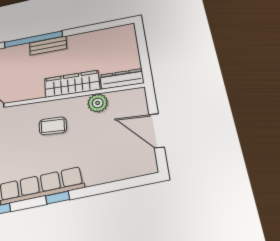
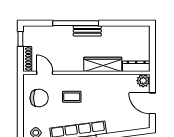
plant: (98, 103) -> (143, 81), moved
coffee table: (53, 126) -> (72, 97), moved

